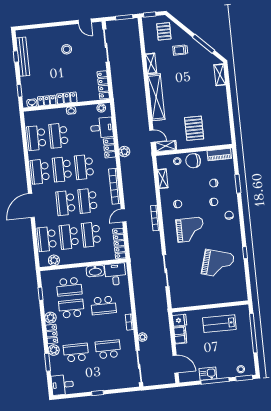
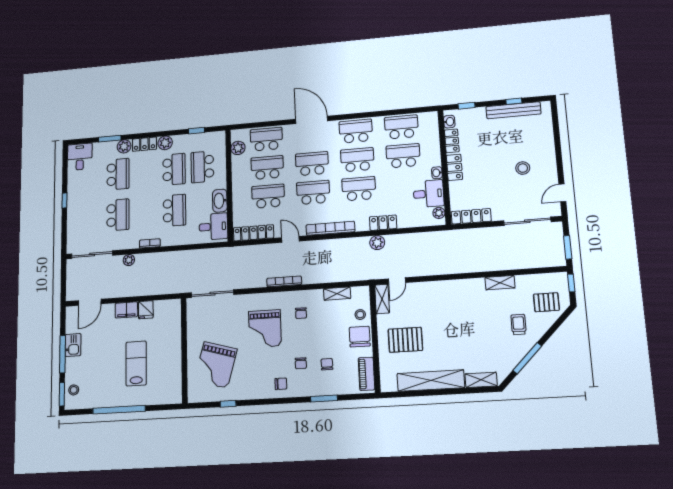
shelving: (156, 97) -> (431, 381), moved
desk: (102, 128) -> (429, 194), moved, turned -90
school desk: (103, 305) -> (174, 210), turned 180
wall: (210, 306) -> (184, 350), moved

